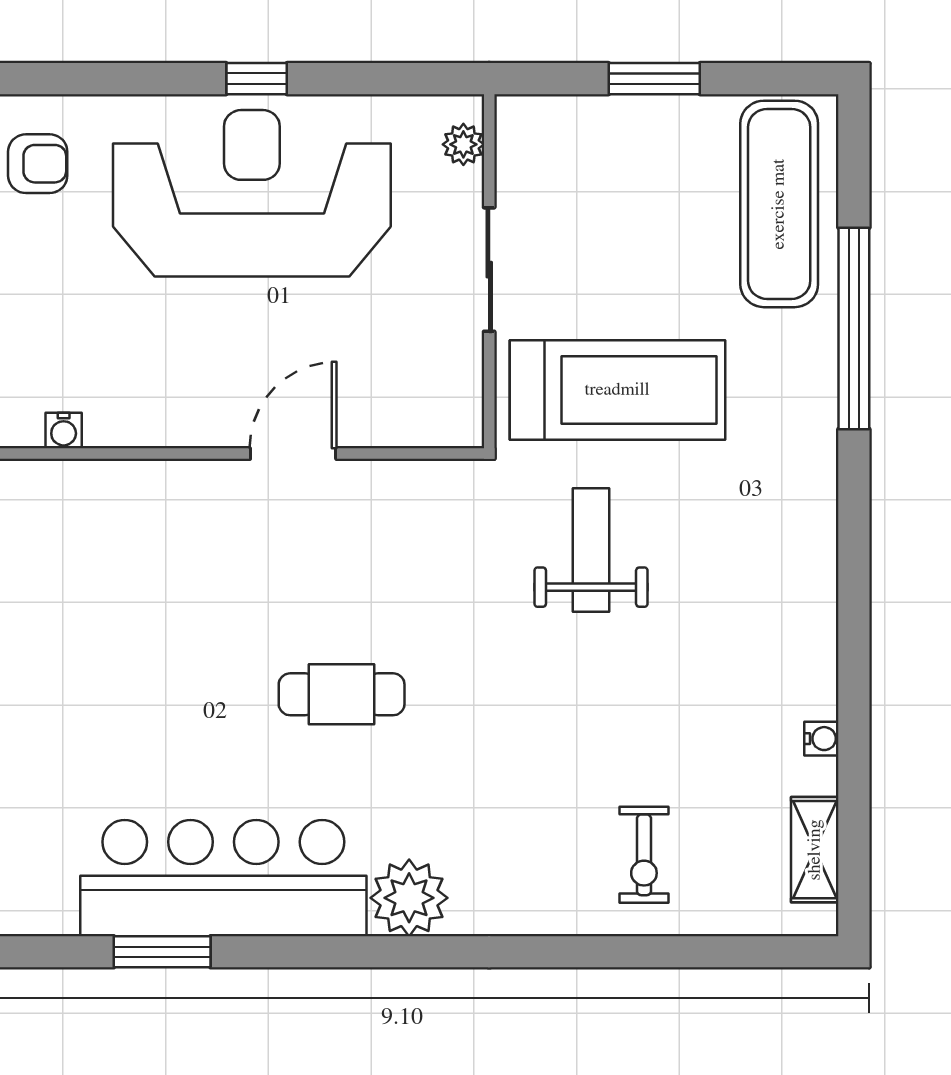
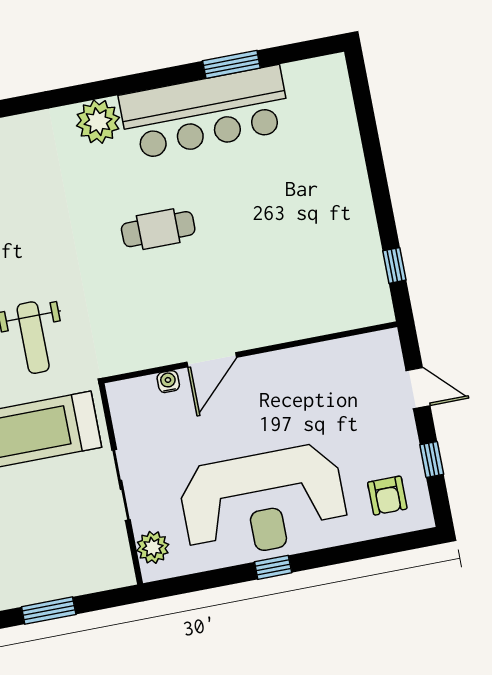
plant: (463, 144) -> (153, 547), width x1.38, depth x1.38
armchair: (38, 164) -> (387, 496), turned -90
water cooler: (64, 430) -> (168, 382), moved

